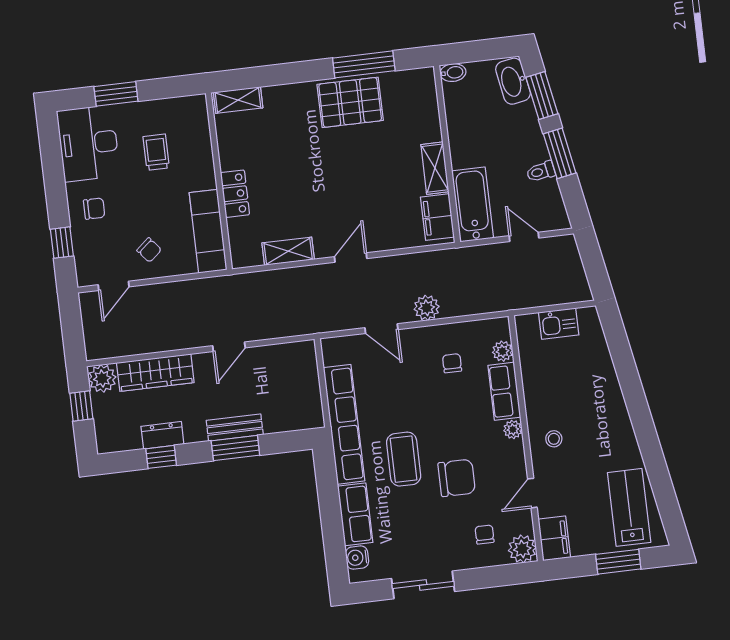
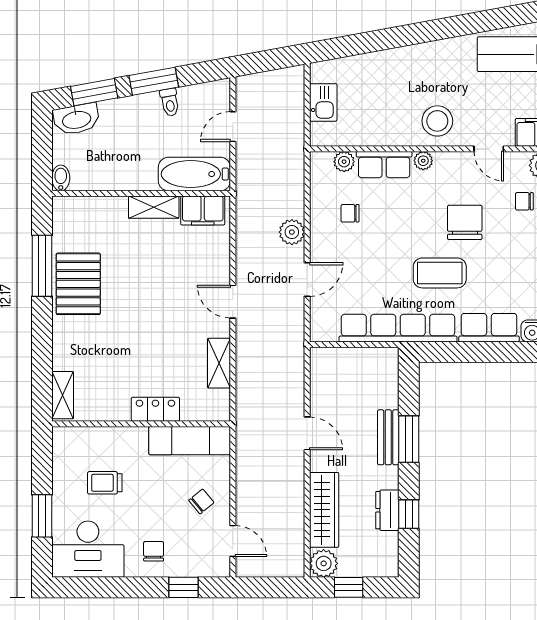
stool: (554, 439) -> (437, 121), width x1.89, depth x1.89

